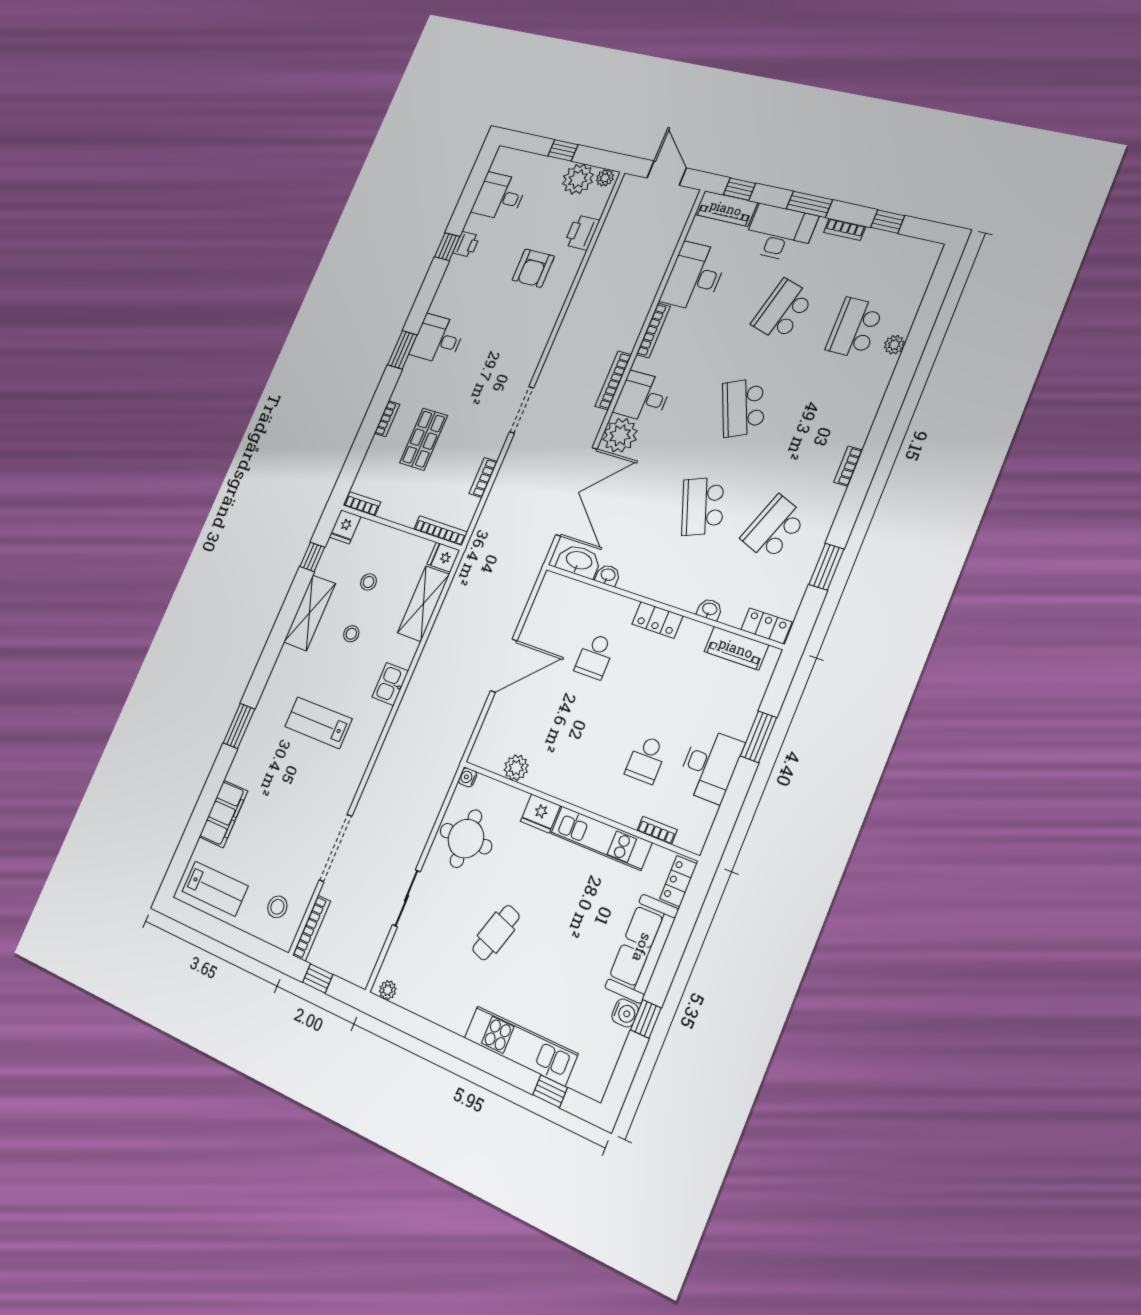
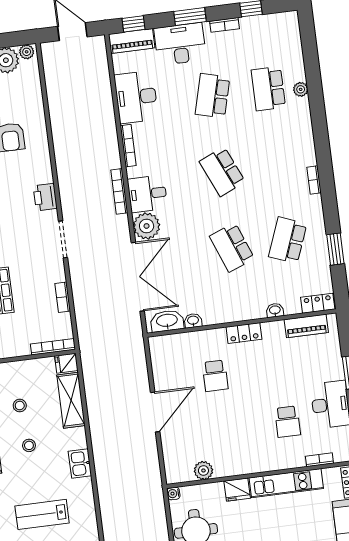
printer: (582, 233) -> (45, 197), moved

